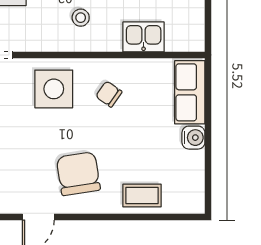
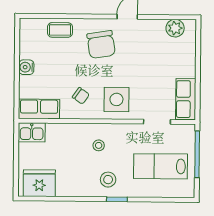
kitchen sink: (144, 37) -> (32, 132), moved
row of seats: (190, 92) -> (39, 109), moved, turned -90

